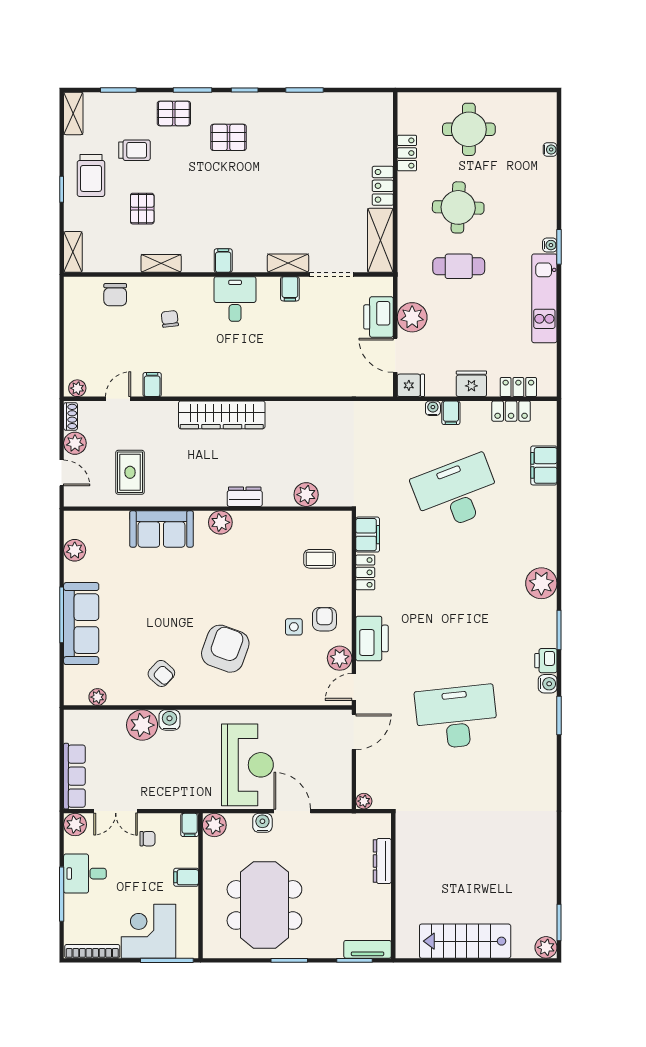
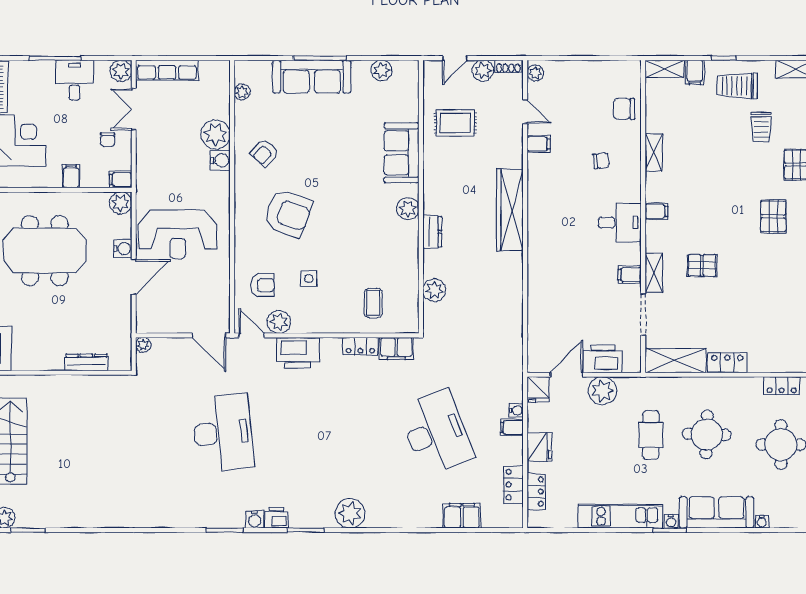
locker: (407, 153) -> (782, 386), moved
sofa: (540, 197) -> (717, 512), added
pallet: (142, 209) -> (702, 265), moved
filing cabinet: (77, 220) -> (695, 72), added
armchair: (324, 619) -> (263, 285), moved

